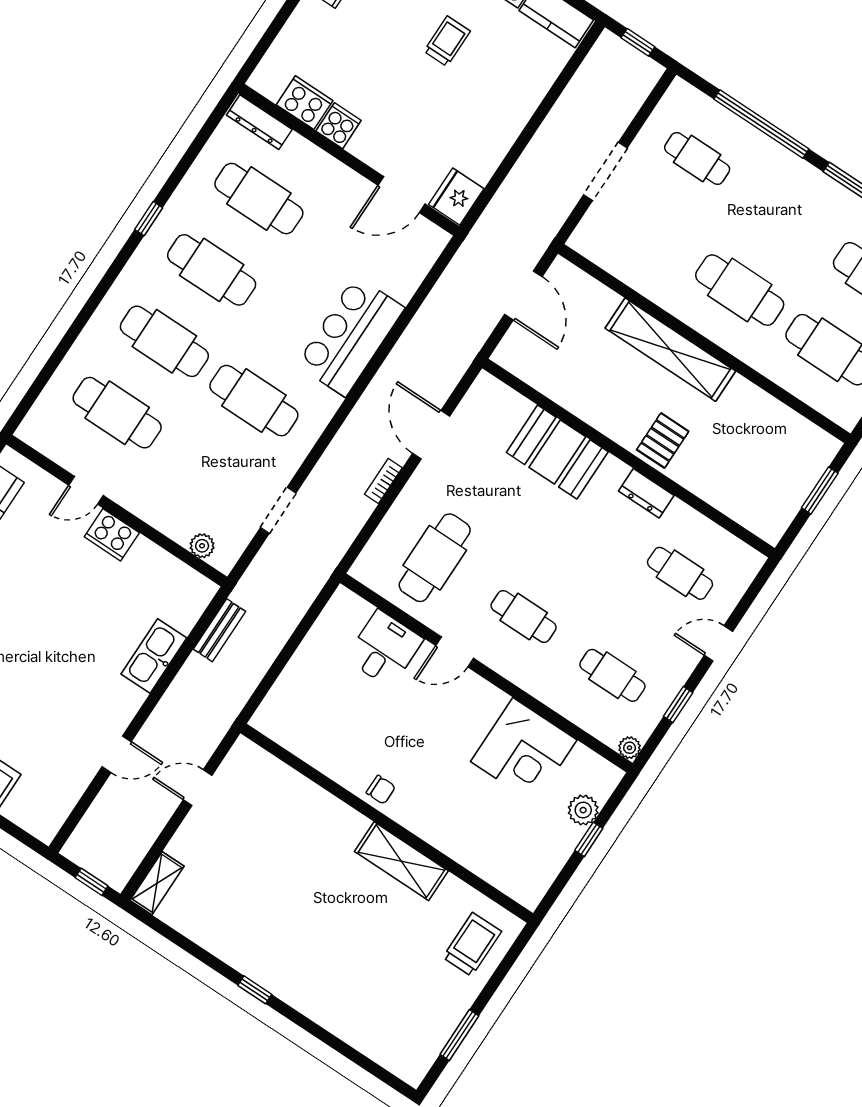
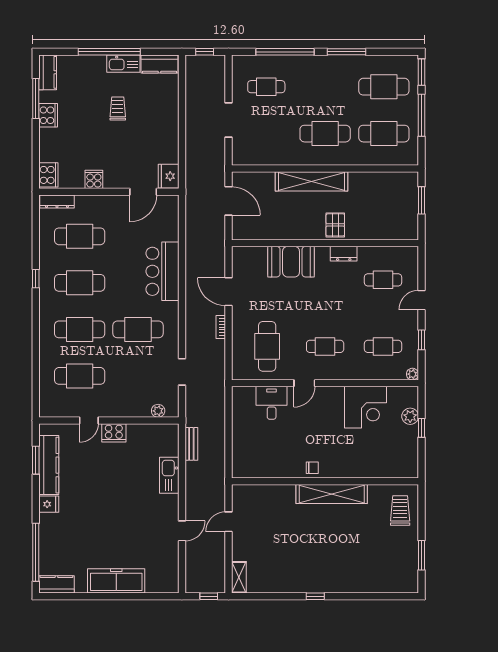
cooker: (305, 103) -> (48, 175), moved, turned 90
shelving: (401, 861) -> (332, 494), width x1.47

